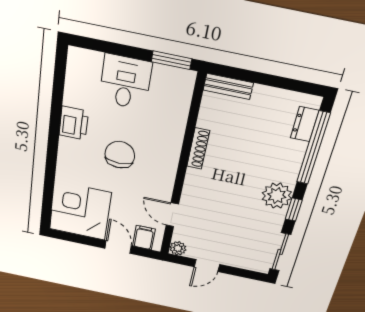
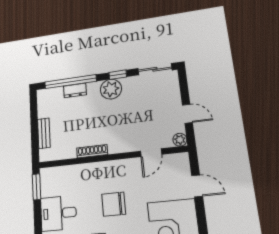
bench: (228, 86) -> (44, 133), moved
dresser: (305, 124) -> (75, 90), moved
filing cabinet: (144, 238) -> (180, 168), removed
door: (118, 247) -> (197, 186), swing flipped

